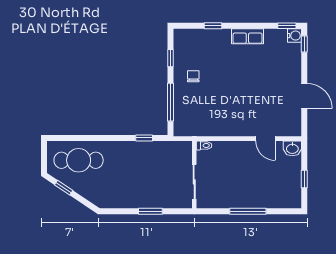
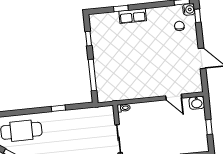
row of seats: (247, 36) -> (133, 16), moved
chair: (193, 76) -> (179, 26), moved
window: (144, 138) -> (58, 108), moved

